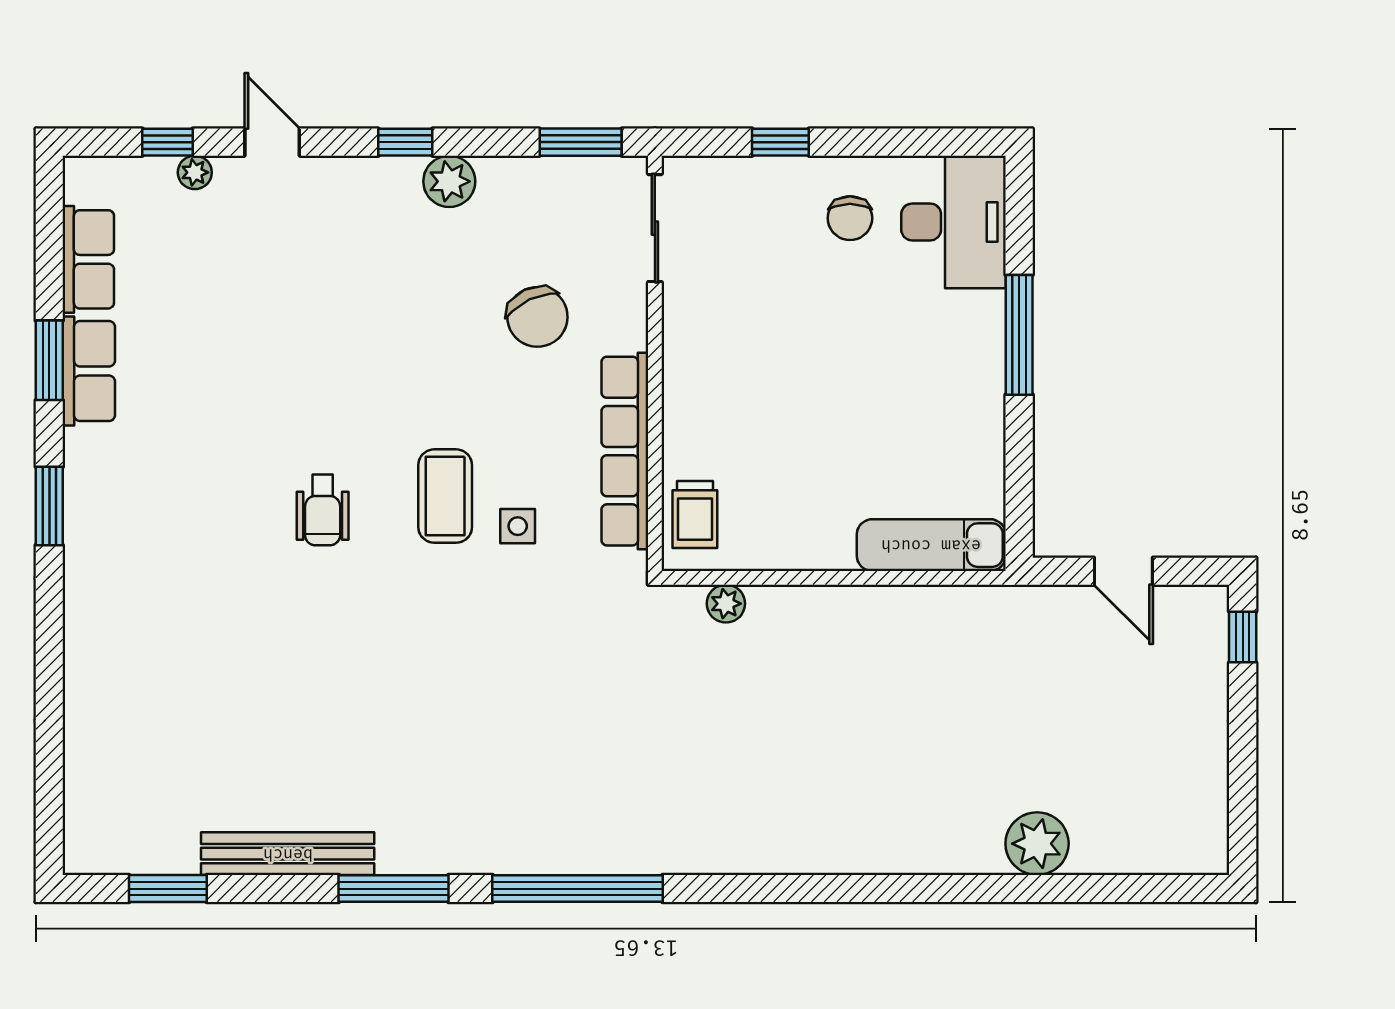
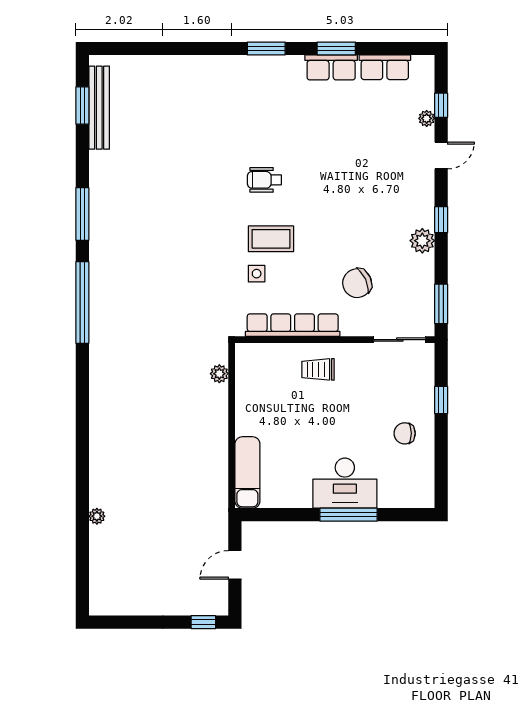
desk: (954, 222) -> (345, 483), moved
trolley: (695, 514) -> (318, 369), moved
plant: (1037, 844) -> (97, 516), width x0.53, depth x0.53
bench: (288, 854) -> (99, 108), moved

